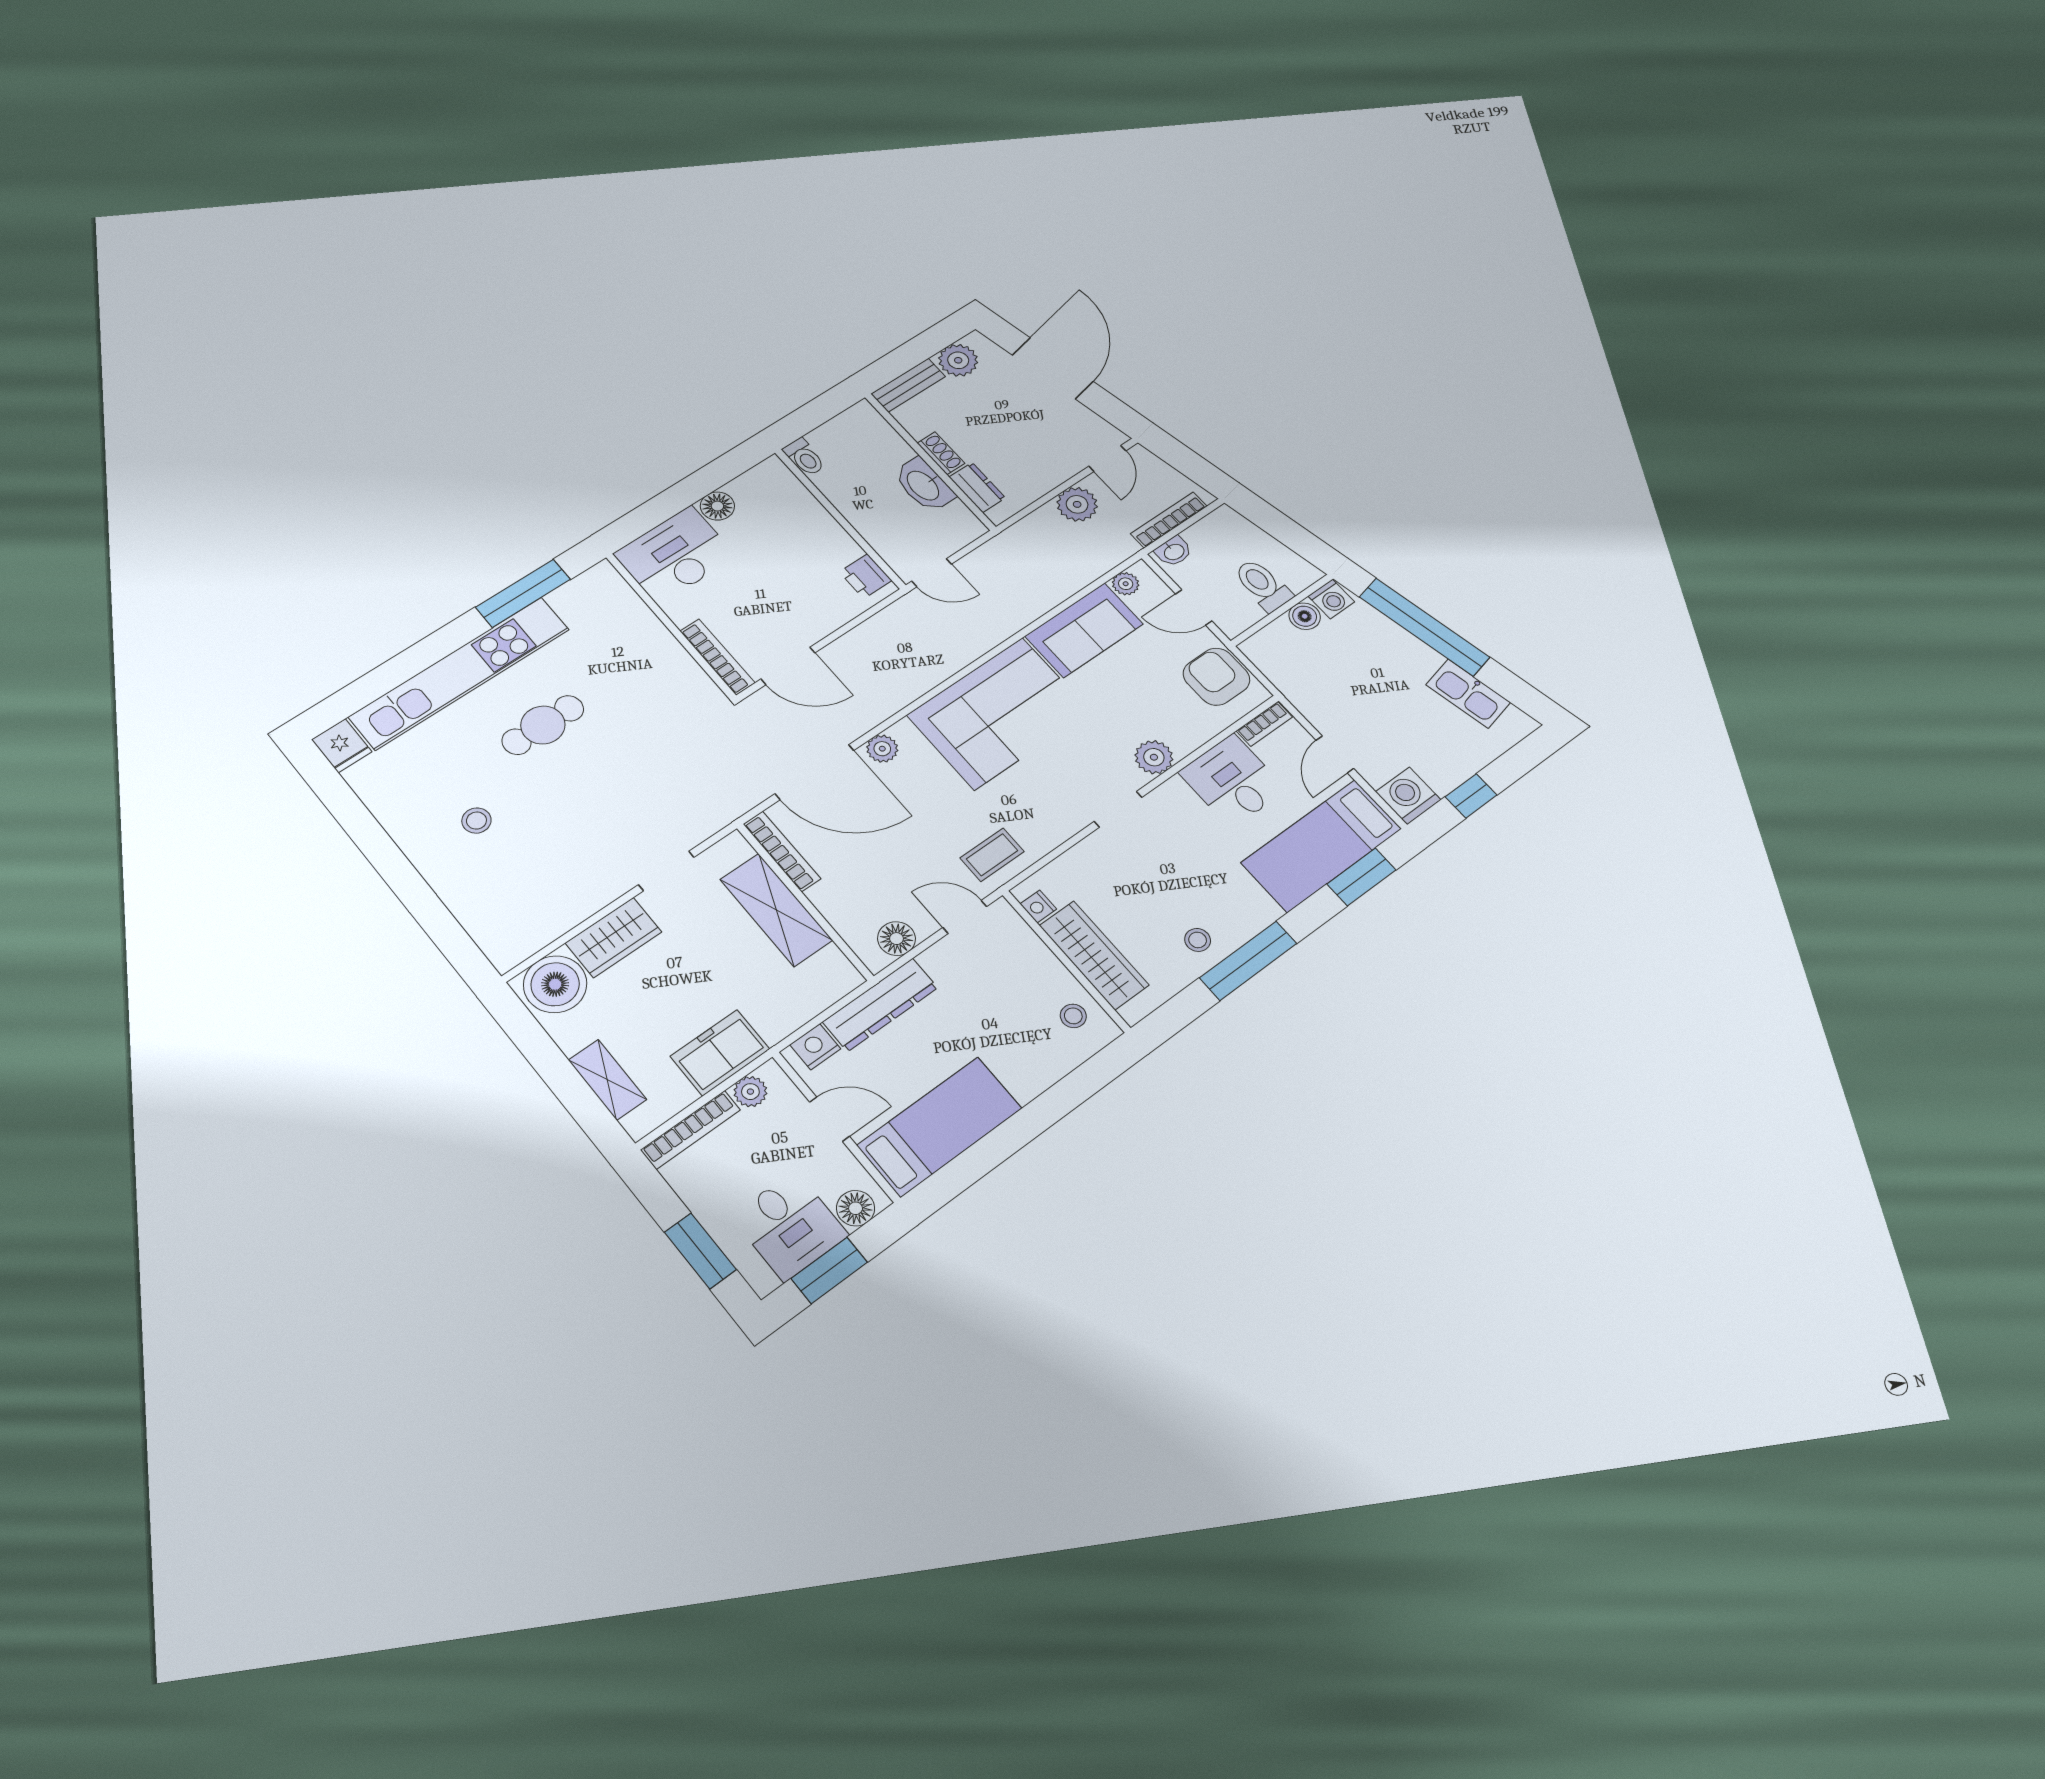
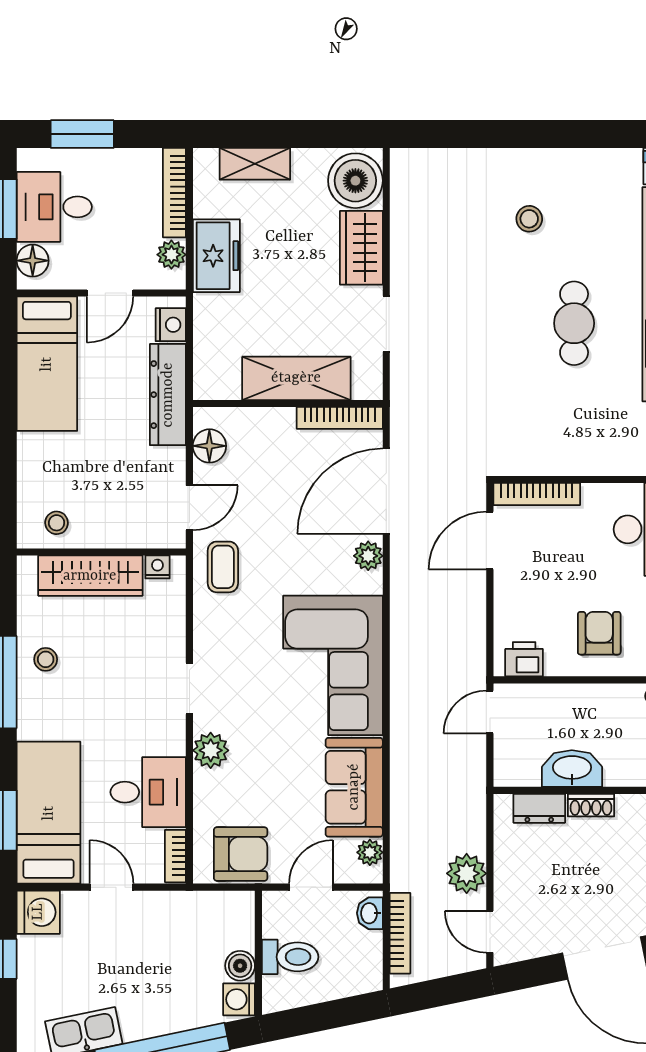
armchair: (795, 536) -> (599, 633), added

